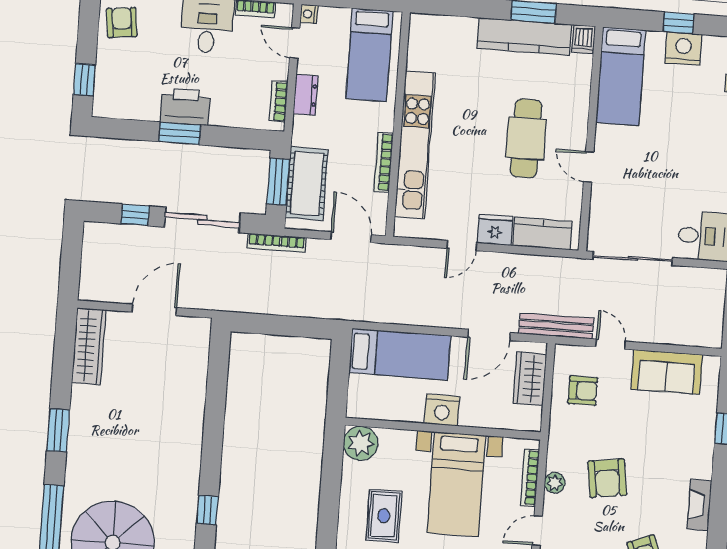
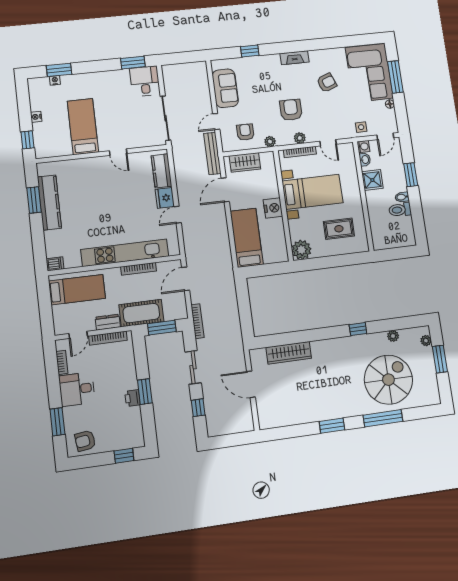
nightstand: (309, 14) -> (59, 330), removed
window: (679, 23) -> (28, 140), moved
dishwasher: (583, 39) -> (55, 264), moved
nightstand: (683, 49) -> (36, 117), width x0.53, depth x0.56
bed: (621, 76) -> (83, 127), moved, turned -90
bookcase: (279, 101) -> (108, 338), width x1.56
printer: (185, 107) -> (133, 398), width x0.53, depth x0.68
cafe table: (526, 138) -> (109, 190), removed
door: (589, 167) -> (118, 152), hinge flipped
cot: (307, 184) -> (141, 313), moved
sliding door: (202, 220) -> (193, 367), width x0.73
door: (462, 246) -> (178, 215), swing flipped
door: (489, 335) -> (225, 190), swing flipped
wardrobe: (89, 346) -> (289, 353), moved, turned 180
plant: (558, 430) -> (270, 142), added
armchair: (607, 478) -> (291, 110), turned -82

